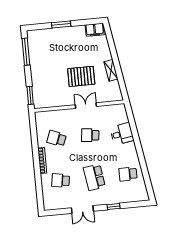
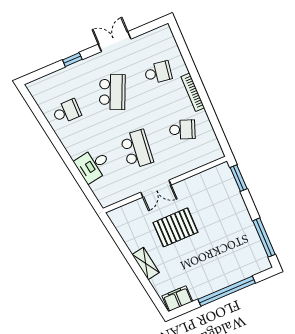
window: (61, 24) -> (227, 291), width x2.11
shelving: (111, 70) -> (146, 264), moved
school desk: (90, 135) -> (137, 149), width x1.85
school desk: (94, 177) -> (112, 92), turned 33

